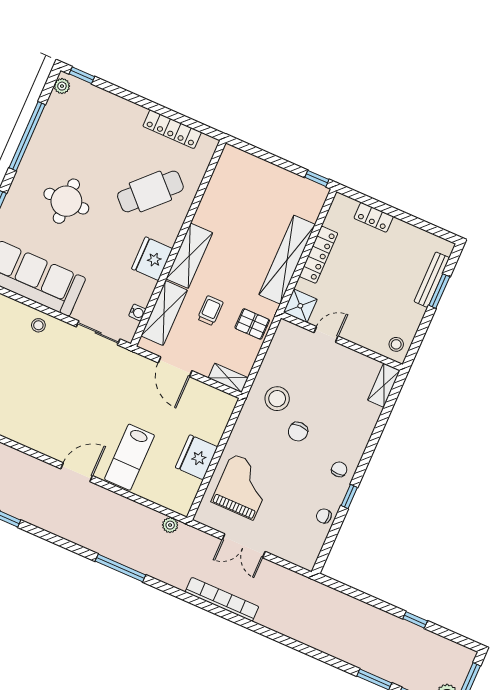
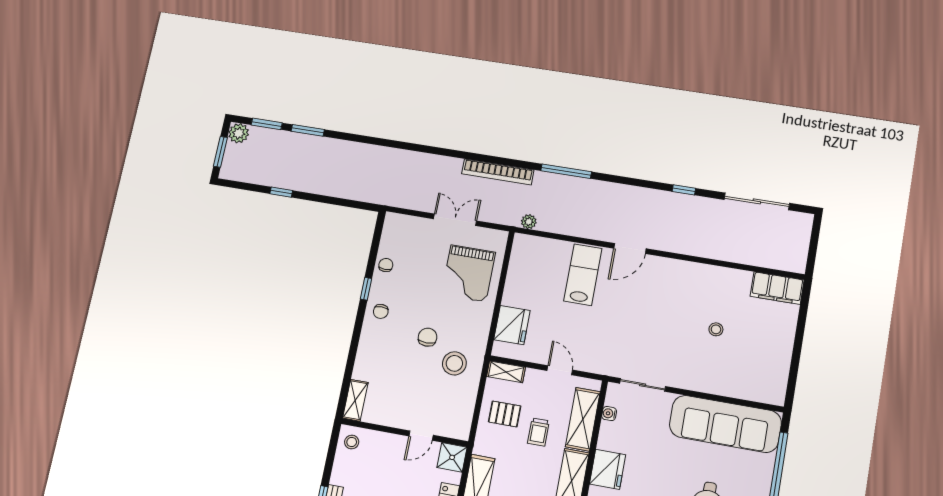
pallet: (252, 324) -> (505, 414), moved
stool: (38, 325) -> (716, 329), moved
door: (175, 367) -> (560, 370), width x0.73
fridge: (197, 457) -> (512, 325), moved
chair: (324, 516) -> (386, 265), turned -89
bookcase: (222, 599) -> (498, 172), moved

